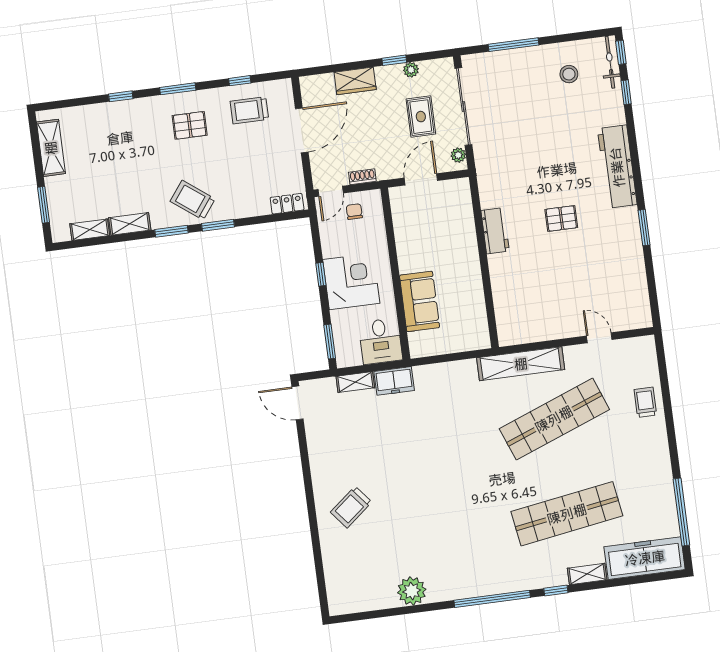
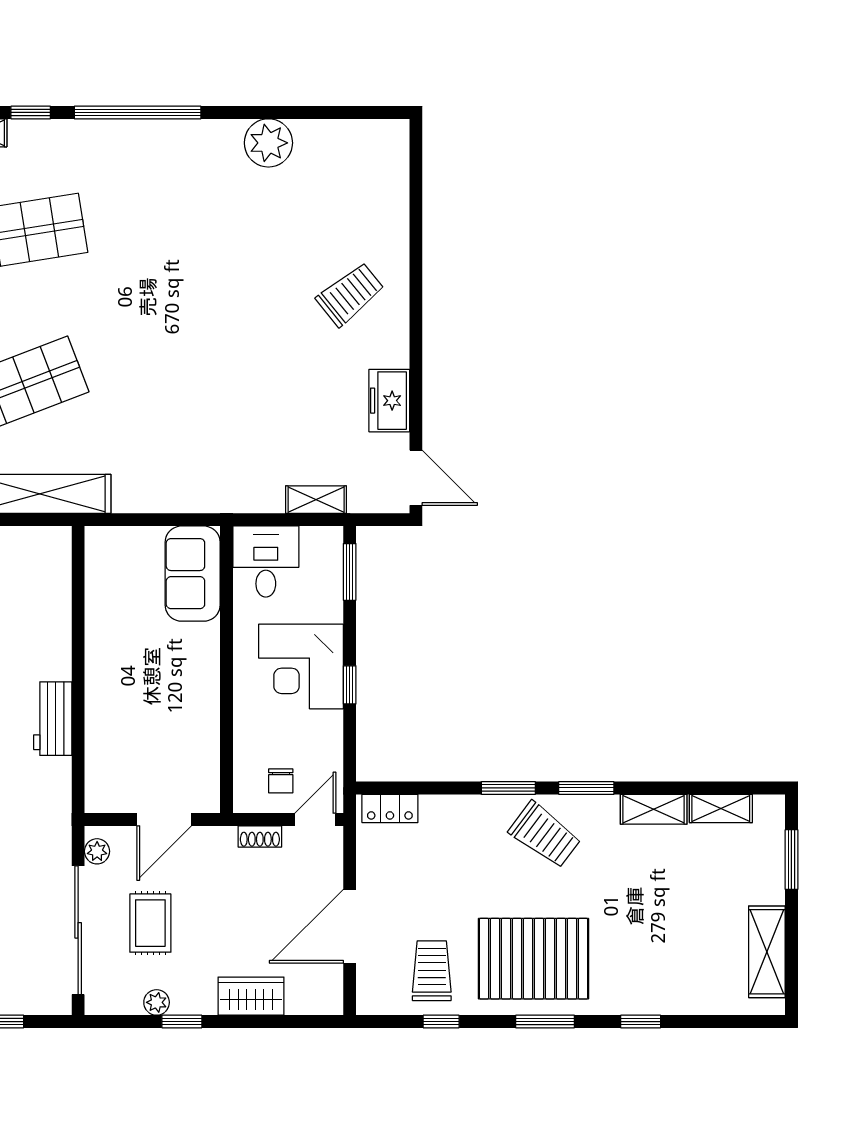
trolley: (249, 110) -> (432, 971), turned -90
pallet: (190, 125) -> (534, 959), width x2.05, depth x2.00
sofa: (420, 301) -> (193, 574), moved
freezer: (394, 381) -> (389, 401), moved, turned -90

